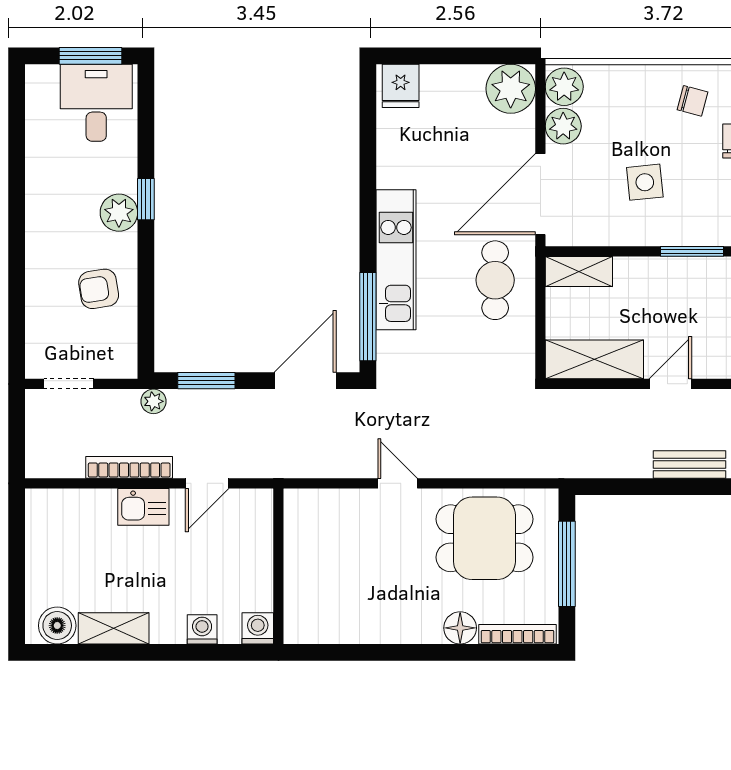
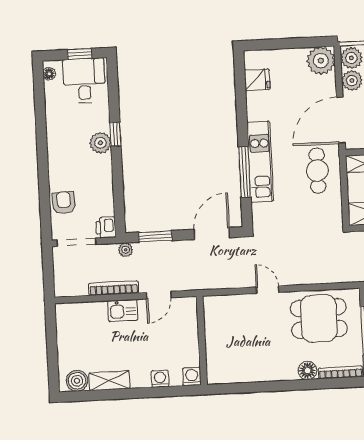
window: (91, 56) -> (80, 54), width x0.67
fridge: (401, 86) -> (257, 80), moved, turned -90
floor lamp: (36, 88) -> (49, 74), added
armchair: (99, 289) -> (64, 203), moved, turned 97
window: (368, 317) -> (245, 172), moved
printer: (121, 361) -> (106, 227), added
doorway: (69, 384) -> (77, 242), width x1.38

